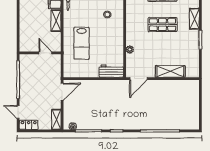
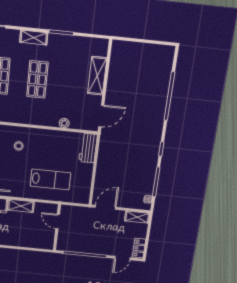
door: (45, 53) -> (58, 222), hinge flipped
door: (139, 79) -> (101, 116), hinge flipped
door: (62, 92) -> (106, 207), hinge flipped

